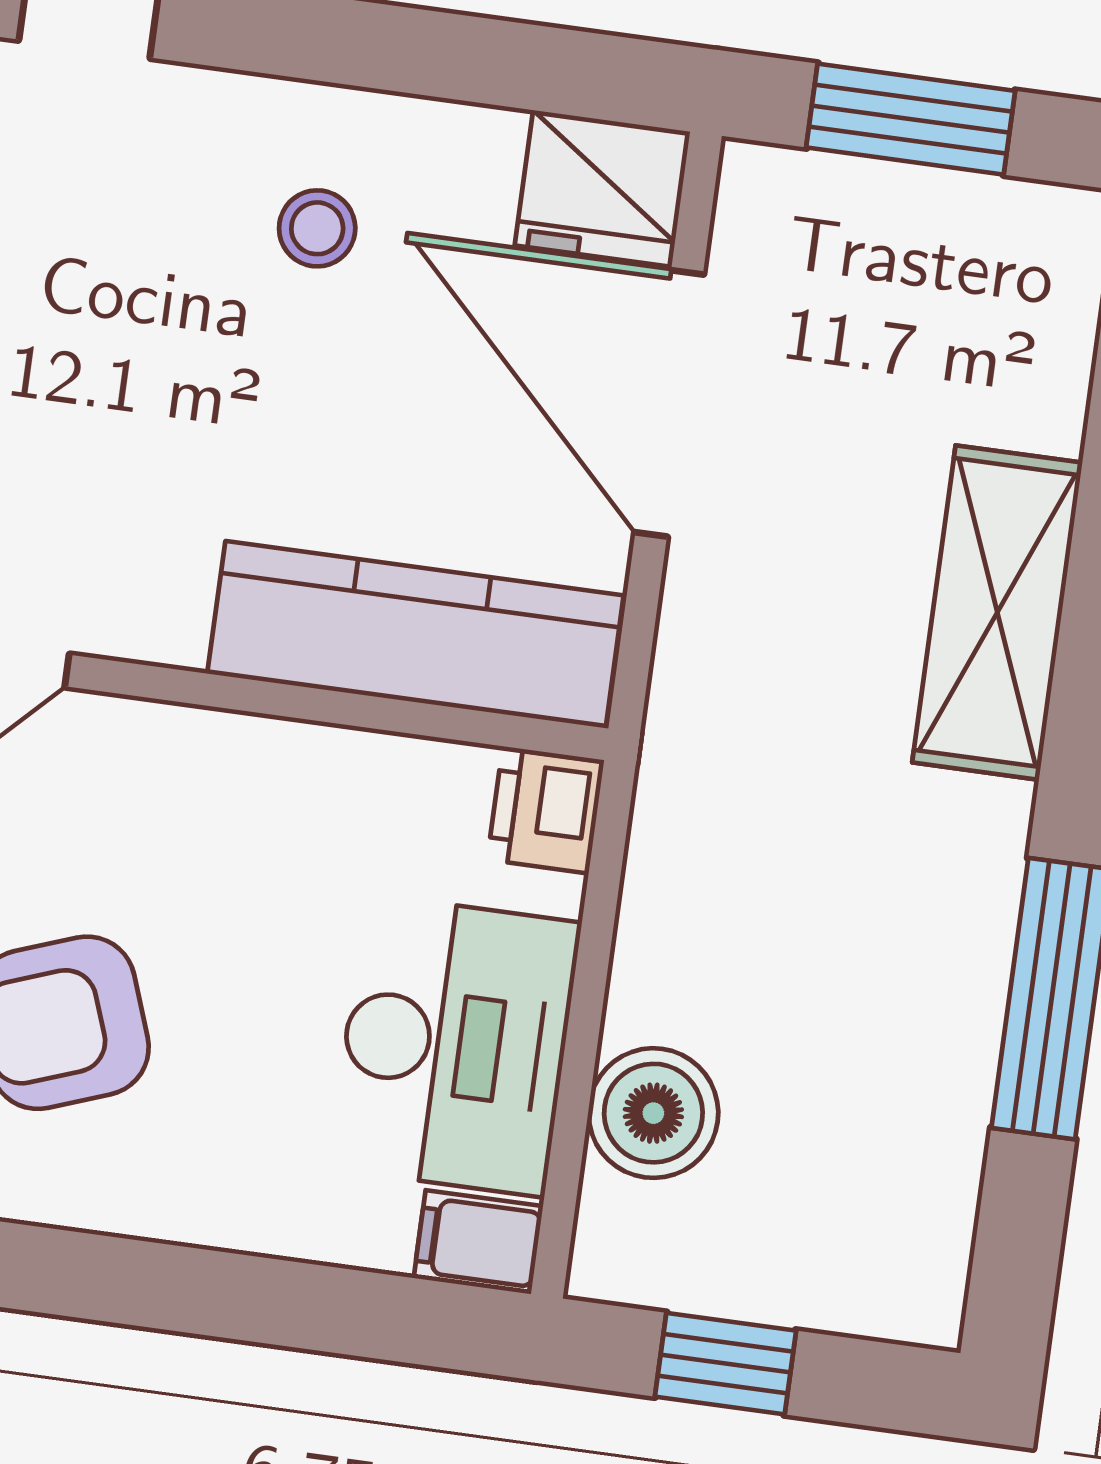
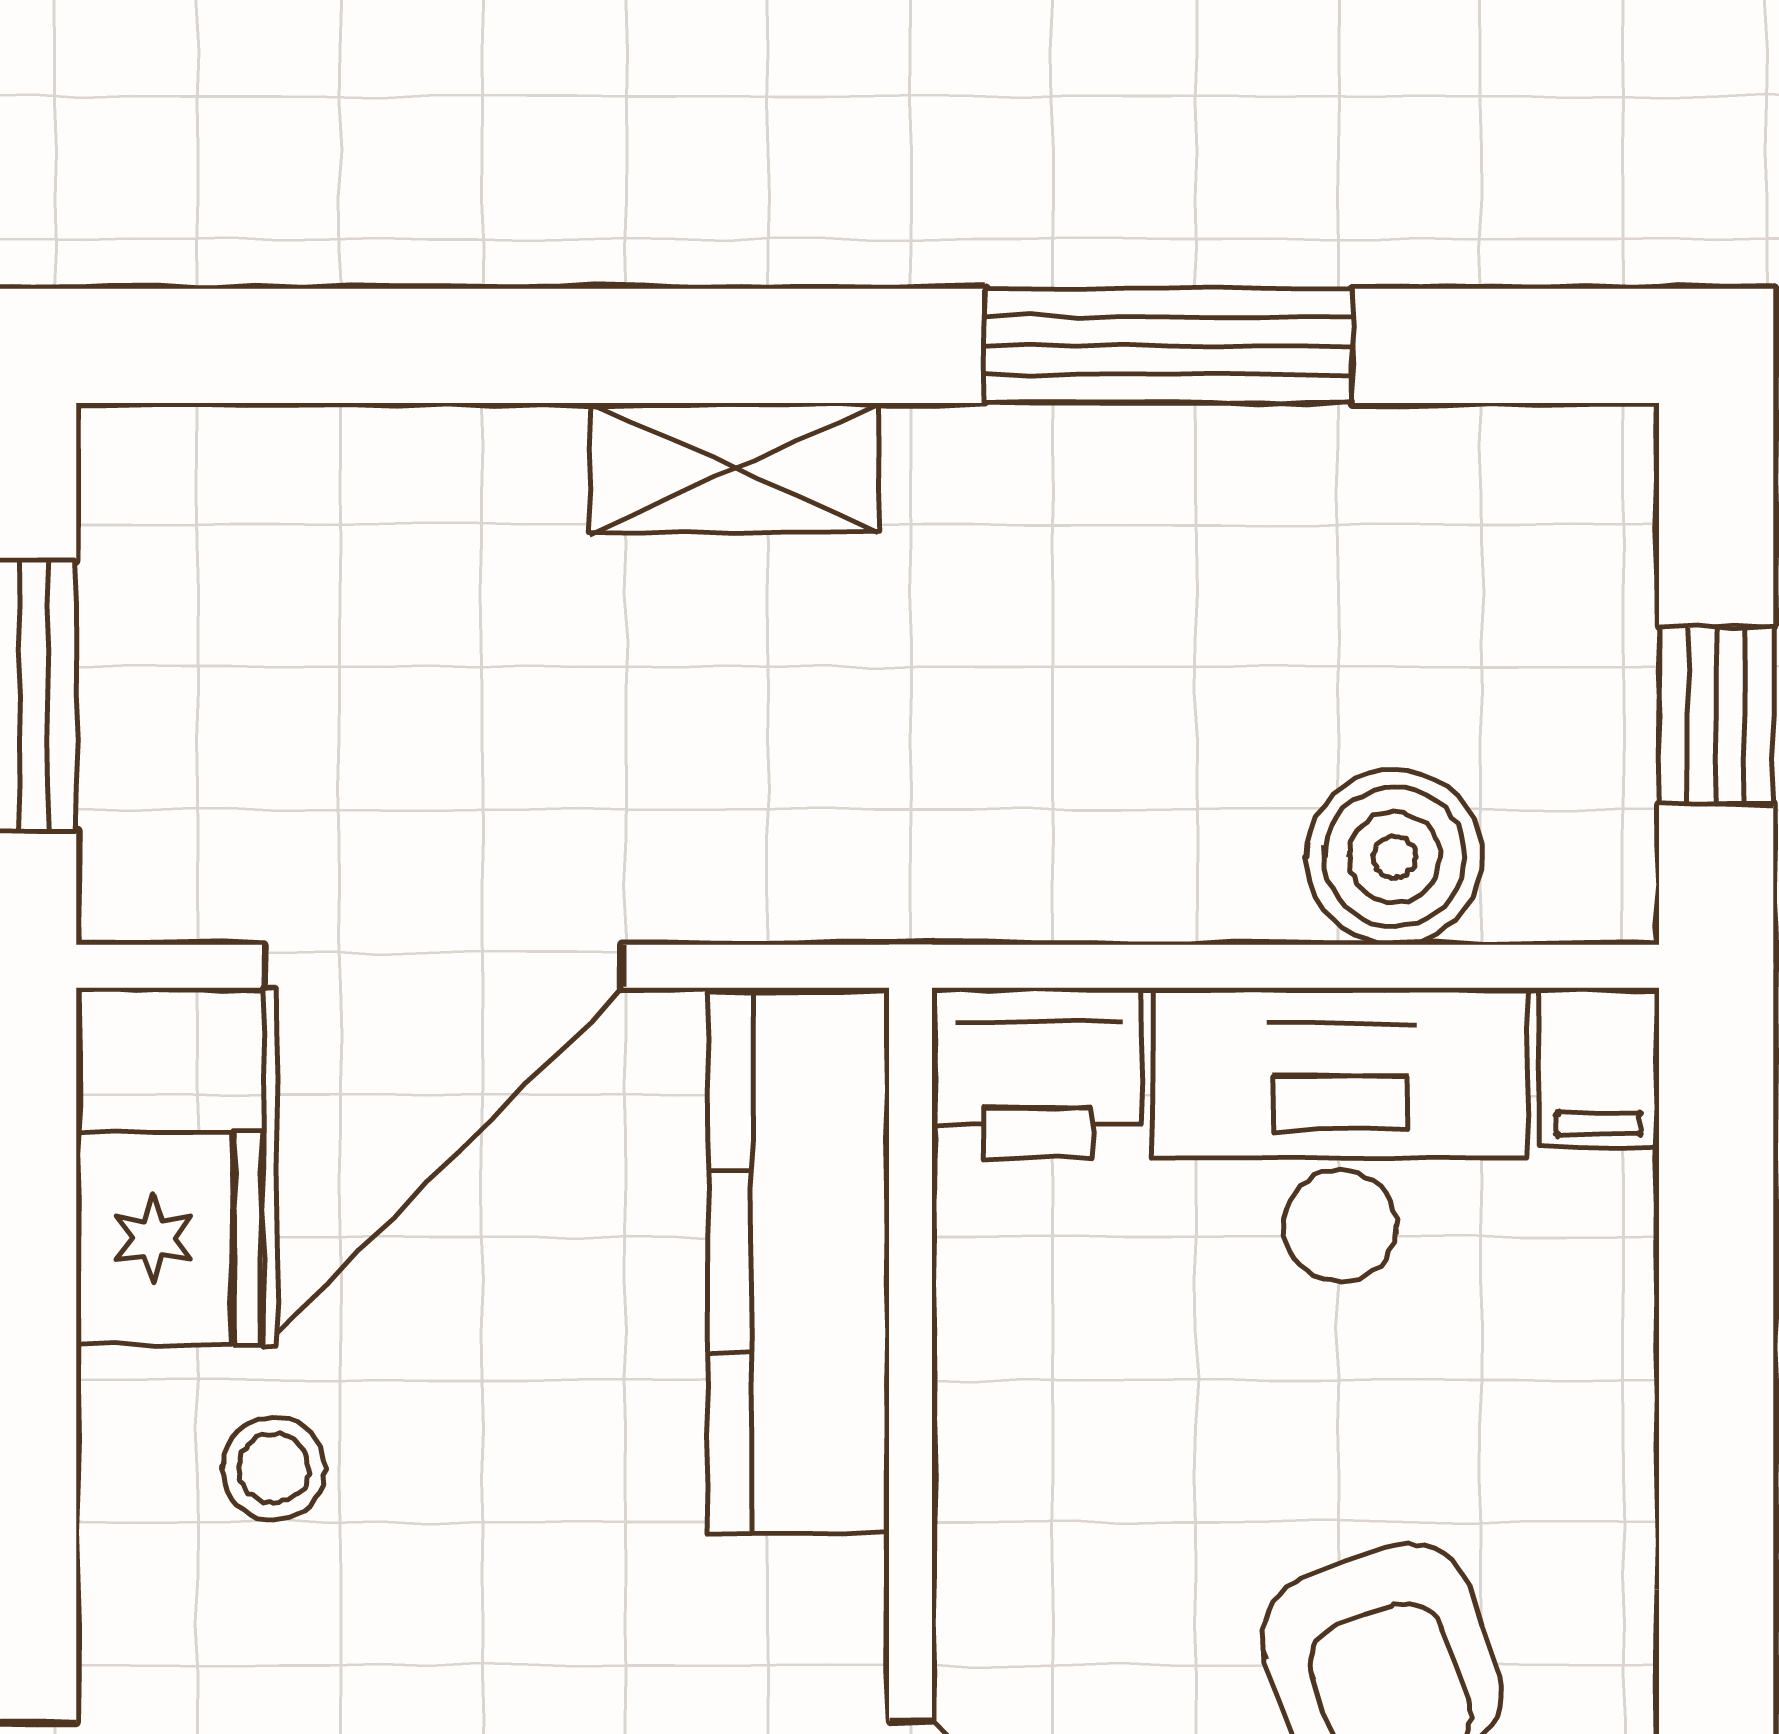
fridge: (603, 188) -> (168, 1238), moved
shelving: (997, 613) -> (735, 468), width x0.67, depth x0.75
printer: (546, 811) -> (1038, 1073), width x1.36, depth x1.24

